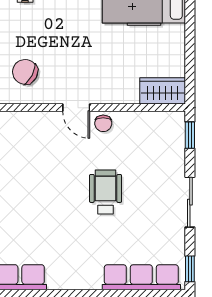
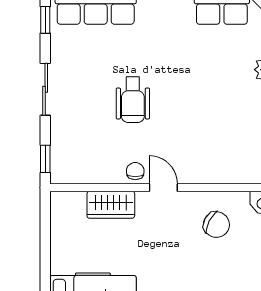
wardrobe: (163, 91) -> (111, 205), moved

